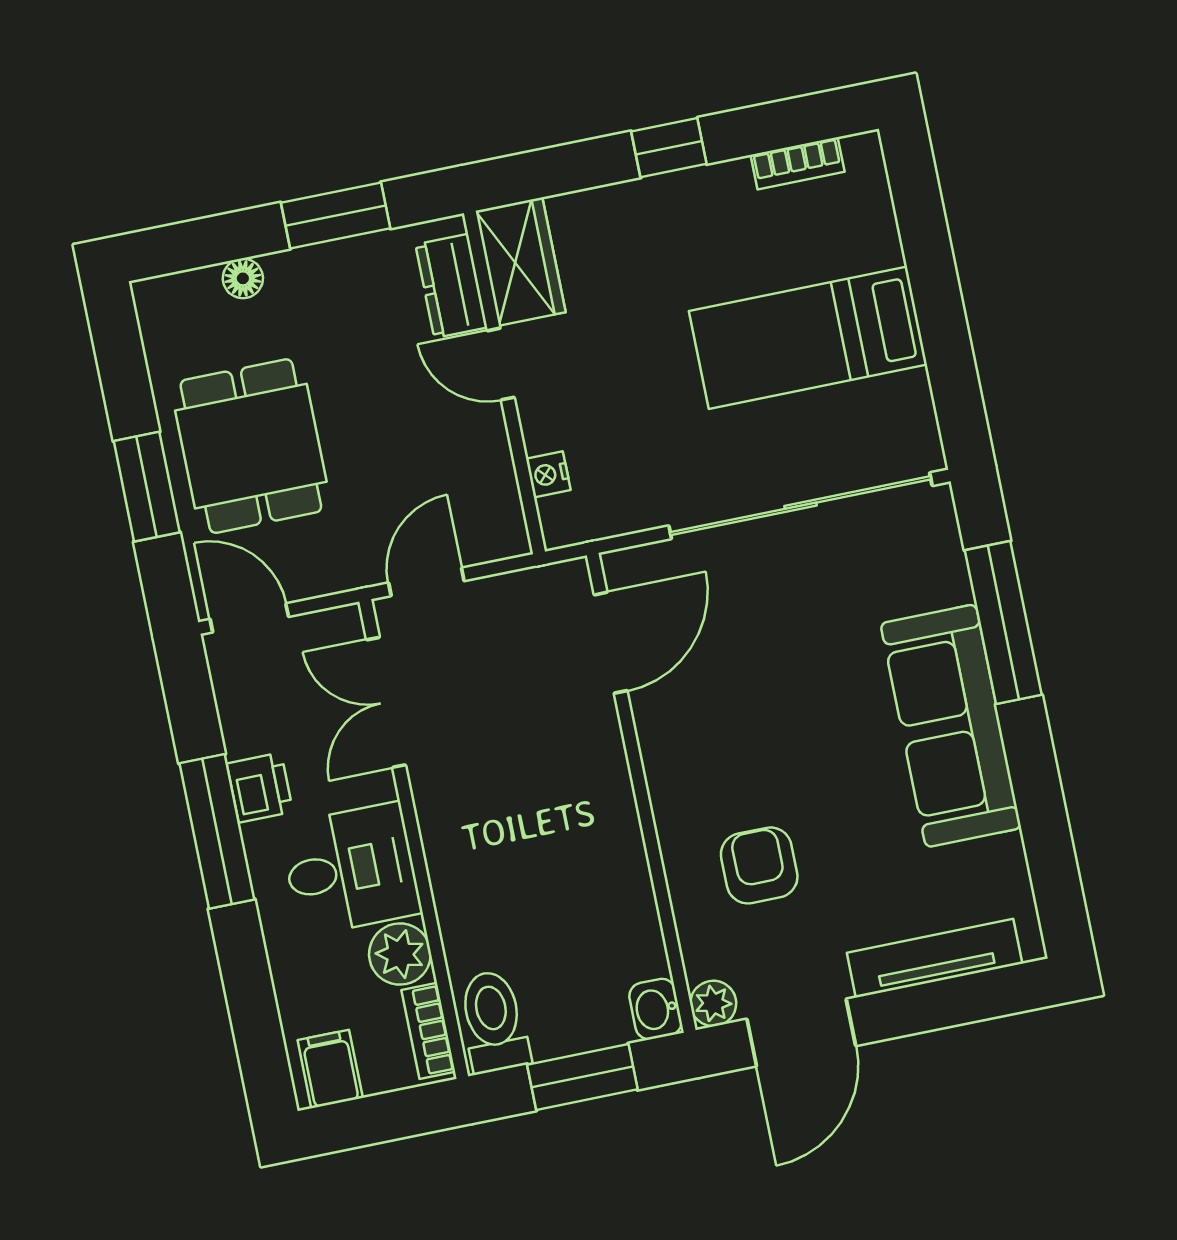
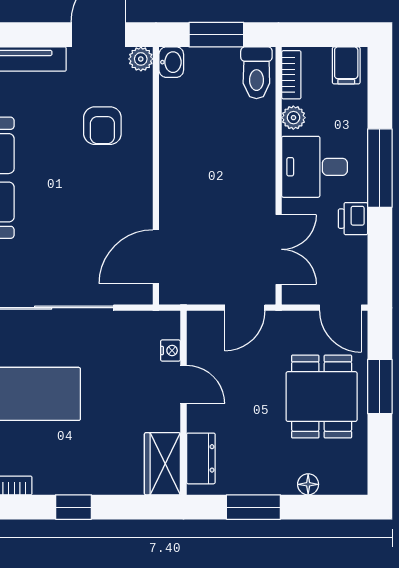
door: (501, 364) -> (184, 384), moved
window: (217, 831) -> (380, 168), moved
plant: (400, 954) -> (293, 118), width x0.73, depth x0.73

